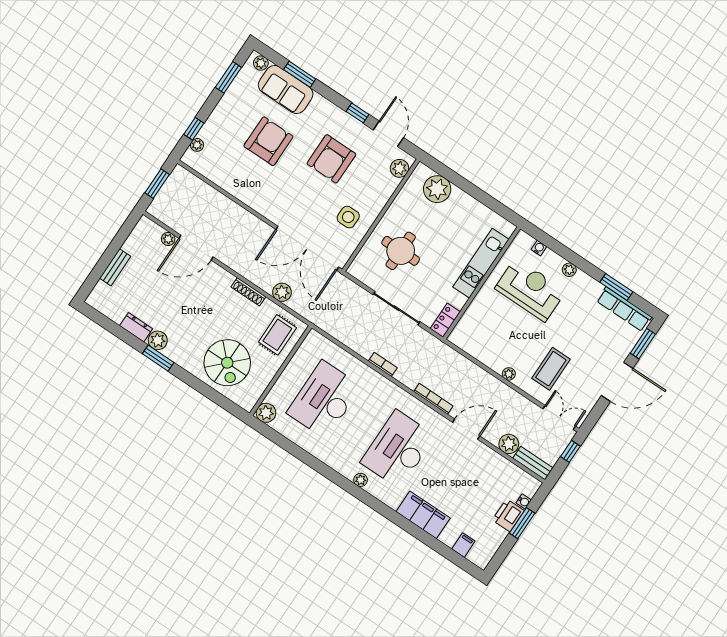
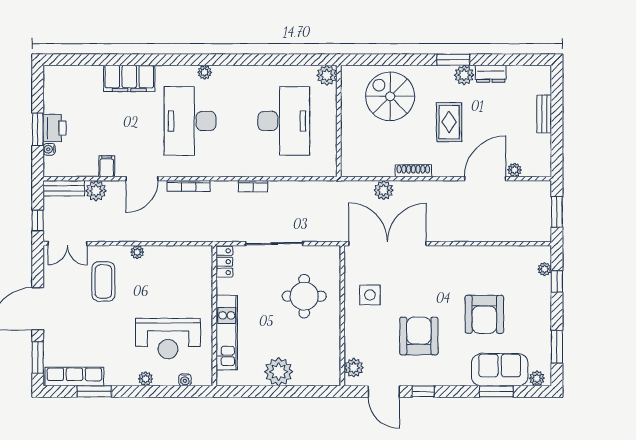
plant: (437, 189) -> (279, 372), moved
rug: (277, 335) -> (449, 122), moved
desk: (398, 449) -> (190, 121), turned 180
filing cabinet: (463, 545) -> (107, 166), moved, turned 180

